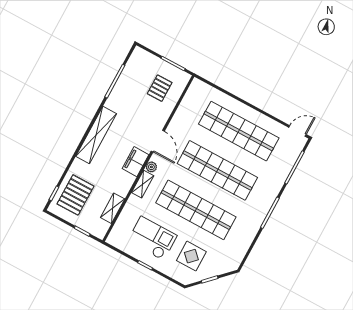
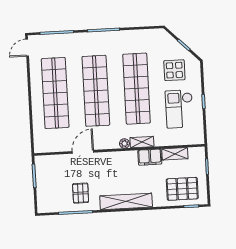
pallet: (160, 88) -> (81, 193), moved, turned 90
door: (297, 131) -> (27, 48), hinge flipped
door: (158, 141) -> (83, 152), moved
filing cabinet: (135, 162) -> (150, 157), moved

